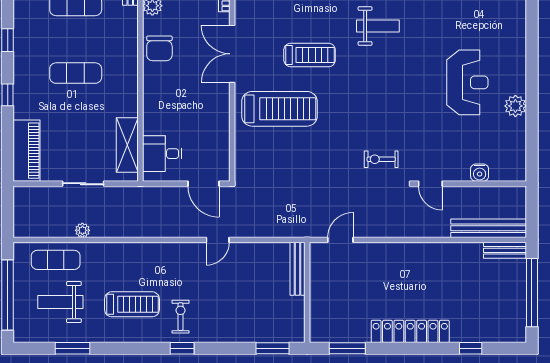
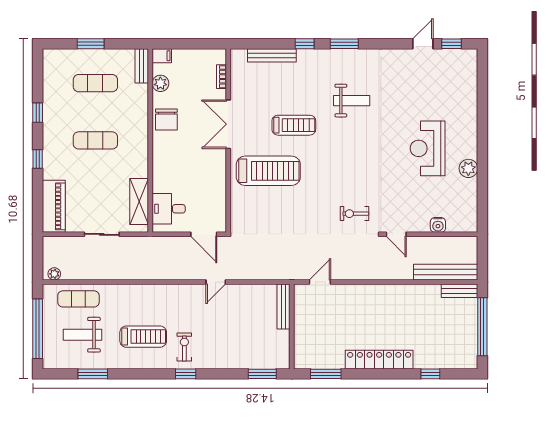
reception desk: (467, 82) -> (428, 148), turned 180
plant: (82, 230) -> (54, 274), moved

